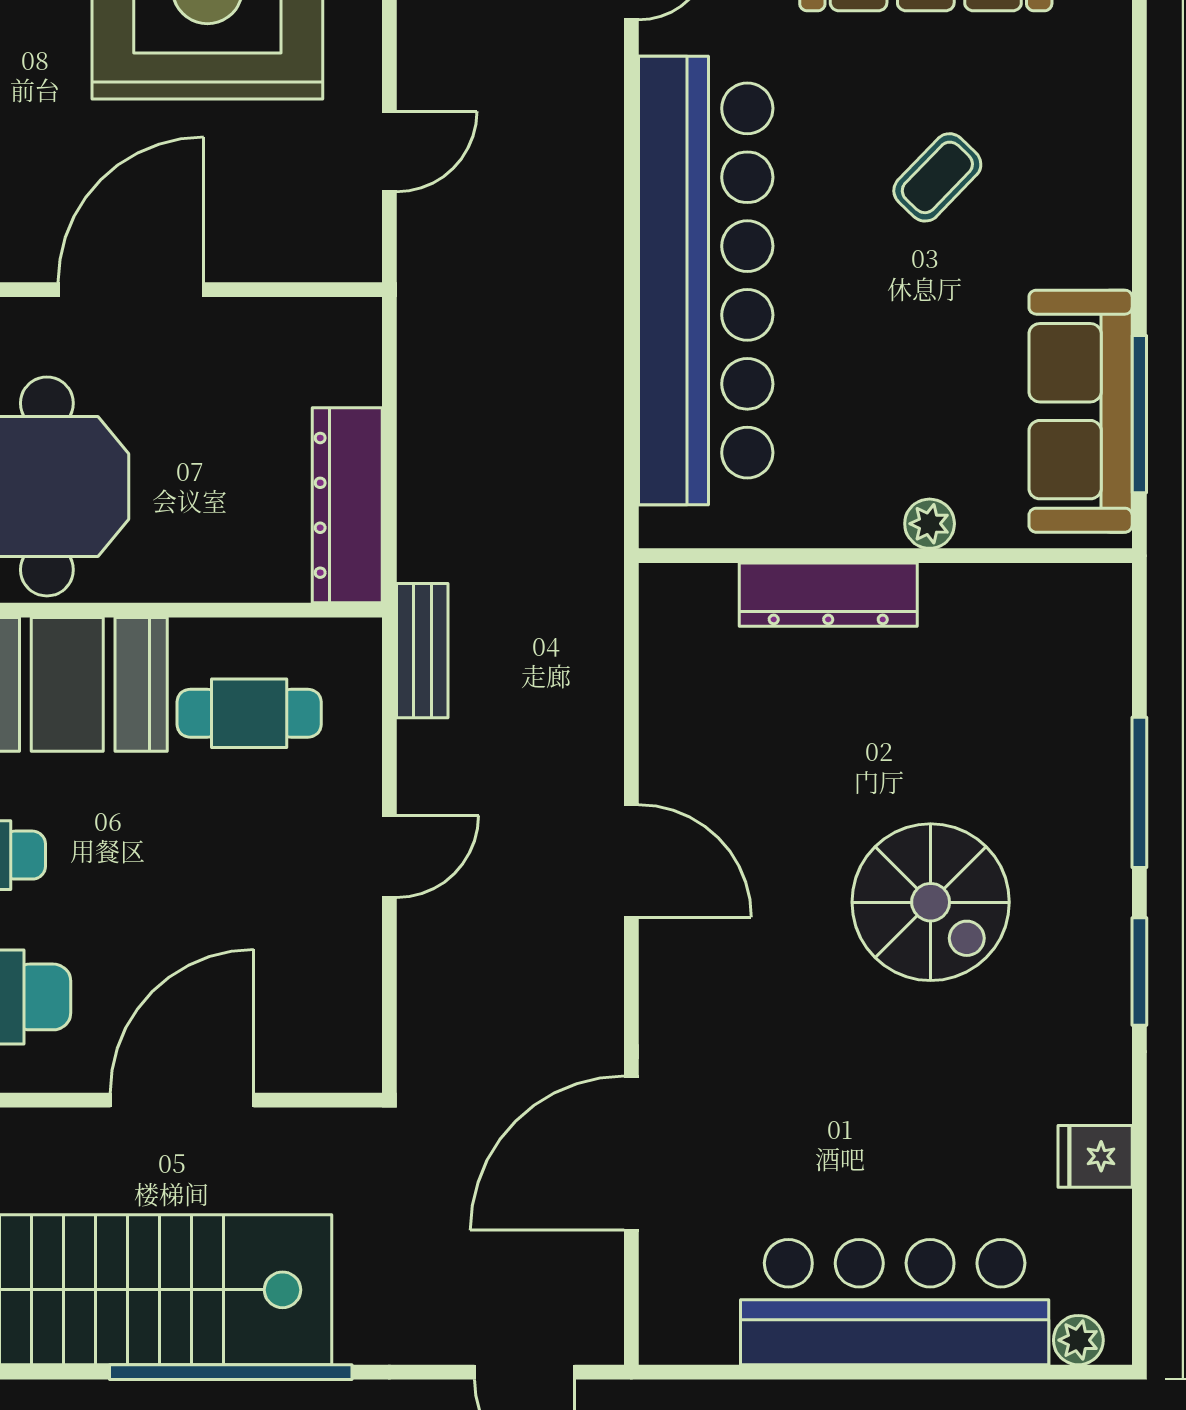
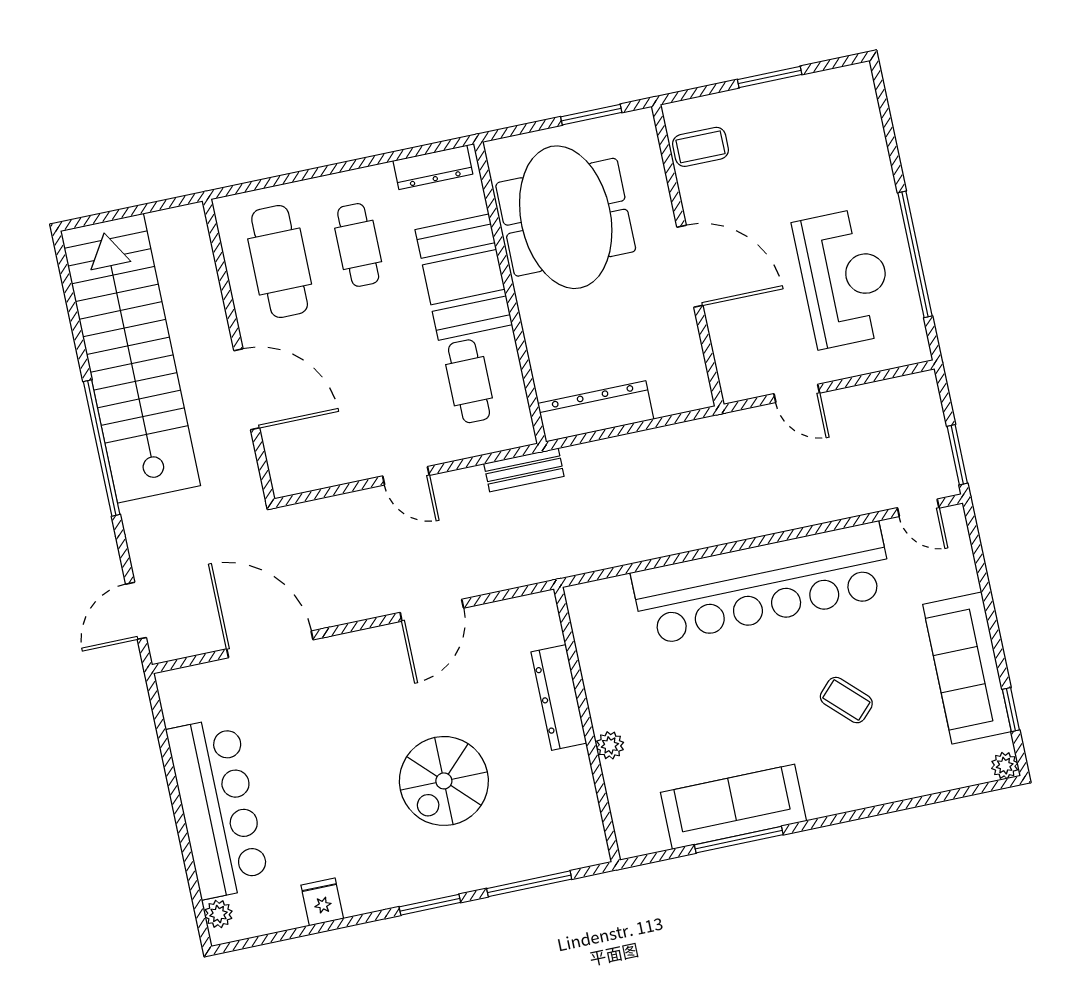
plant: (930, 524) -> (610, 745), moved
wall: (885, 556) -> (587, 725), moved
dresser: (828, 595) -> (559, 697), moved

